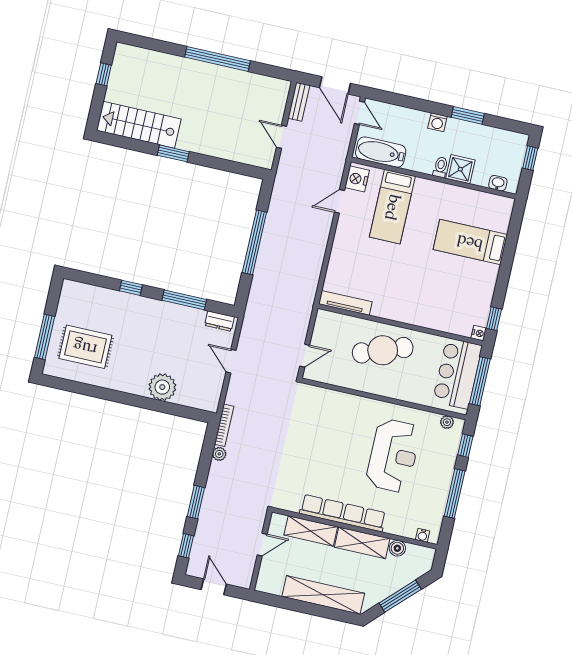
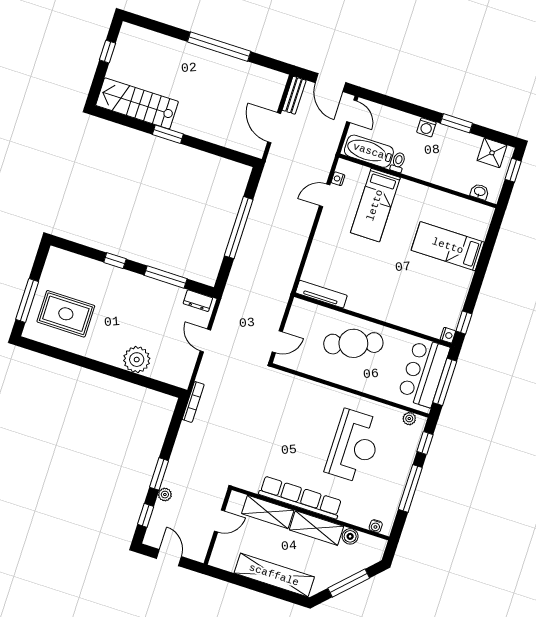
door: (281, 137) -> (274, 128), width x1.37
toilet: (440, 167) -> (398, 162), moved
shower: (460, 169) -> (492, 153), moved
nightstand: (357, 179) -> (338, 179), width x0.53, depth x0.56
plant: (219, 454) -> (165, 495), moved

